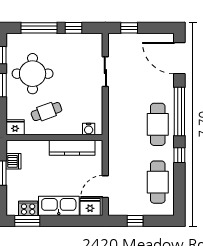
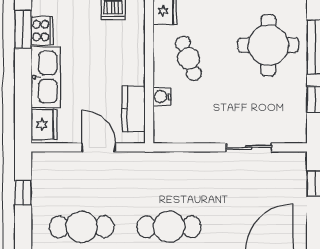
round table: (33, 74) -> (268, 45), moved
water cooler: (89, 129) -> (162, 97), moved
kitchen counter: (72, 148) -> (134, 109), width x0.67
door: (105, 187) -> (98, 147), moved

